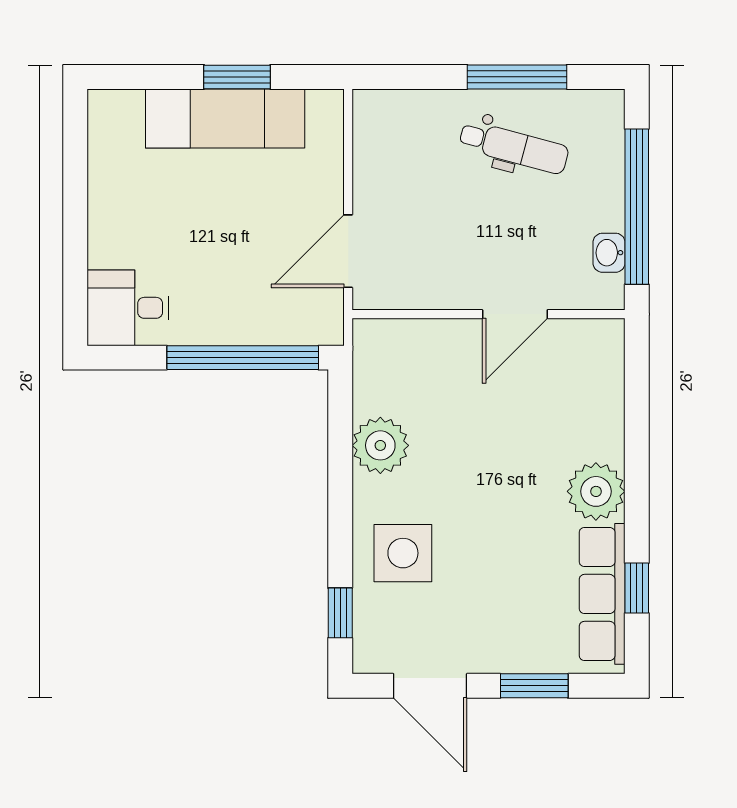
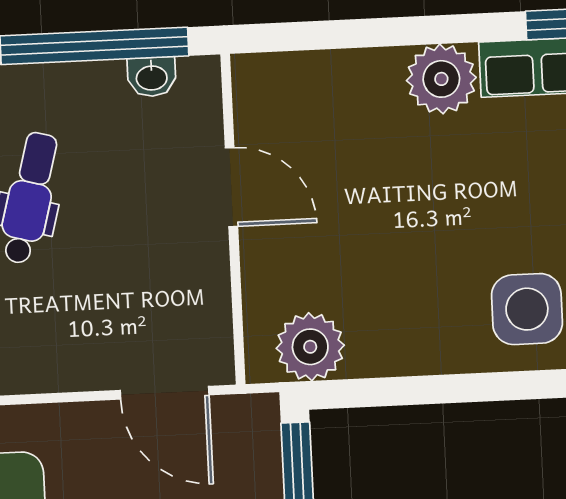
plant: (380, 445) -> (310, 347), moved

